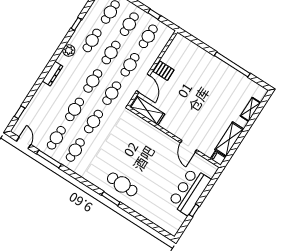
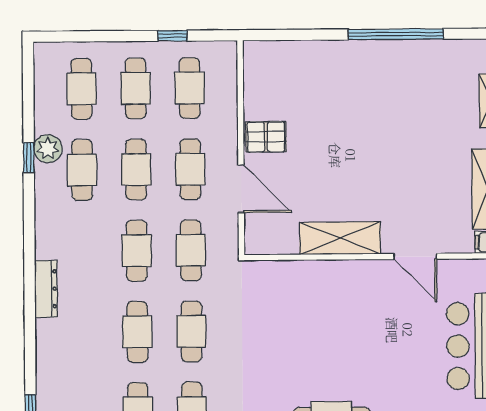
plant: (69, 51) -> (48, 149), moved
shelving: (147, 110) -> (340, 238), moved

